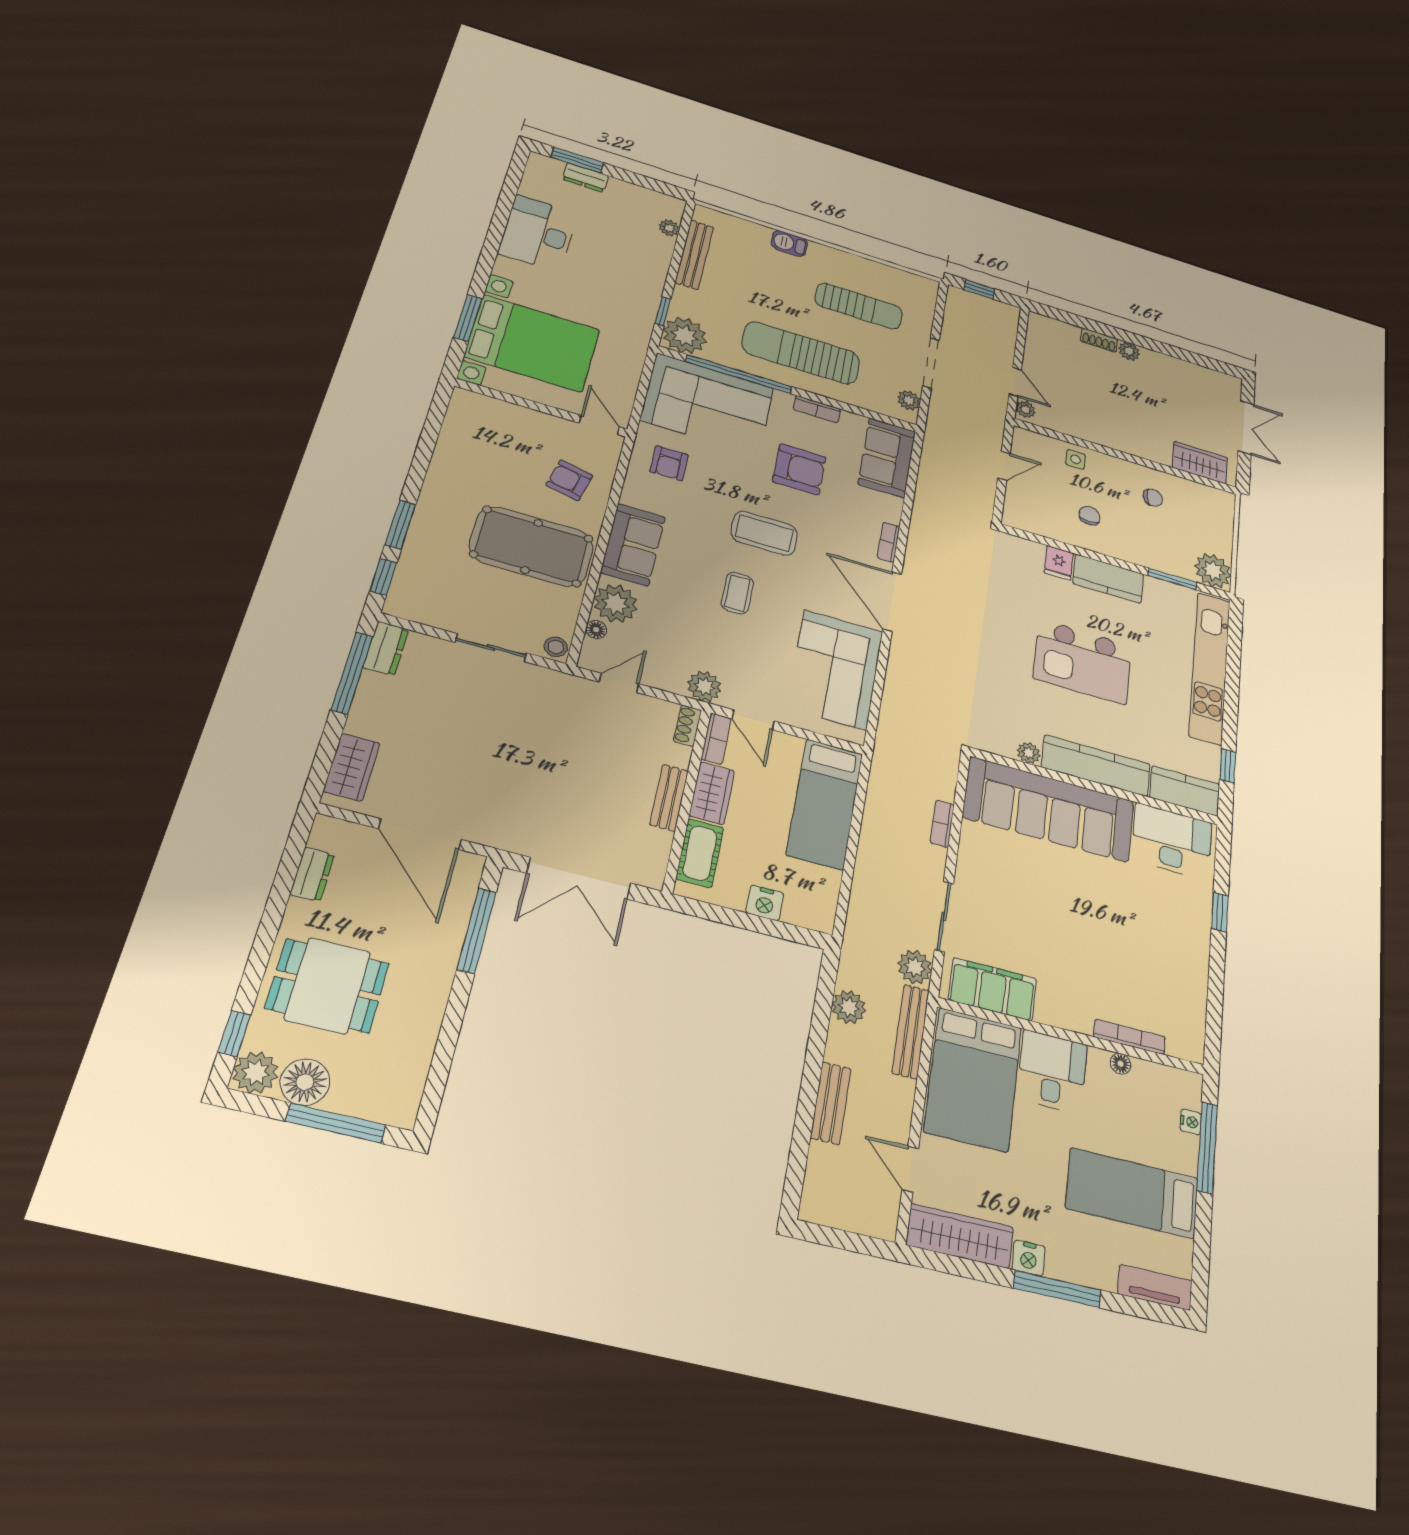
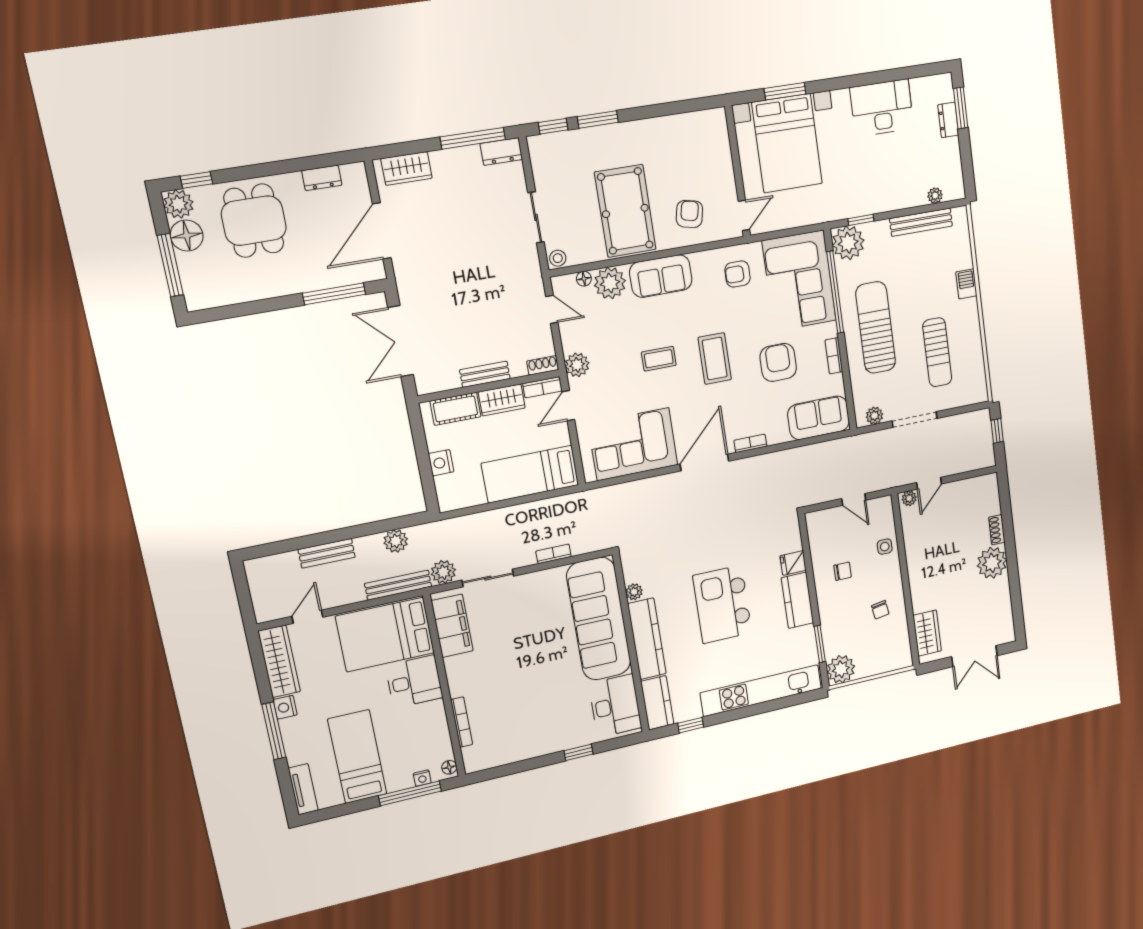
plant: (1129, 351) -> (992, 563), width x1.88, depth x1.88
armchair: (799, 469) -> (778, 362), turned 180
floor lamp: (1121, 1064) -> (449, 767), moved

